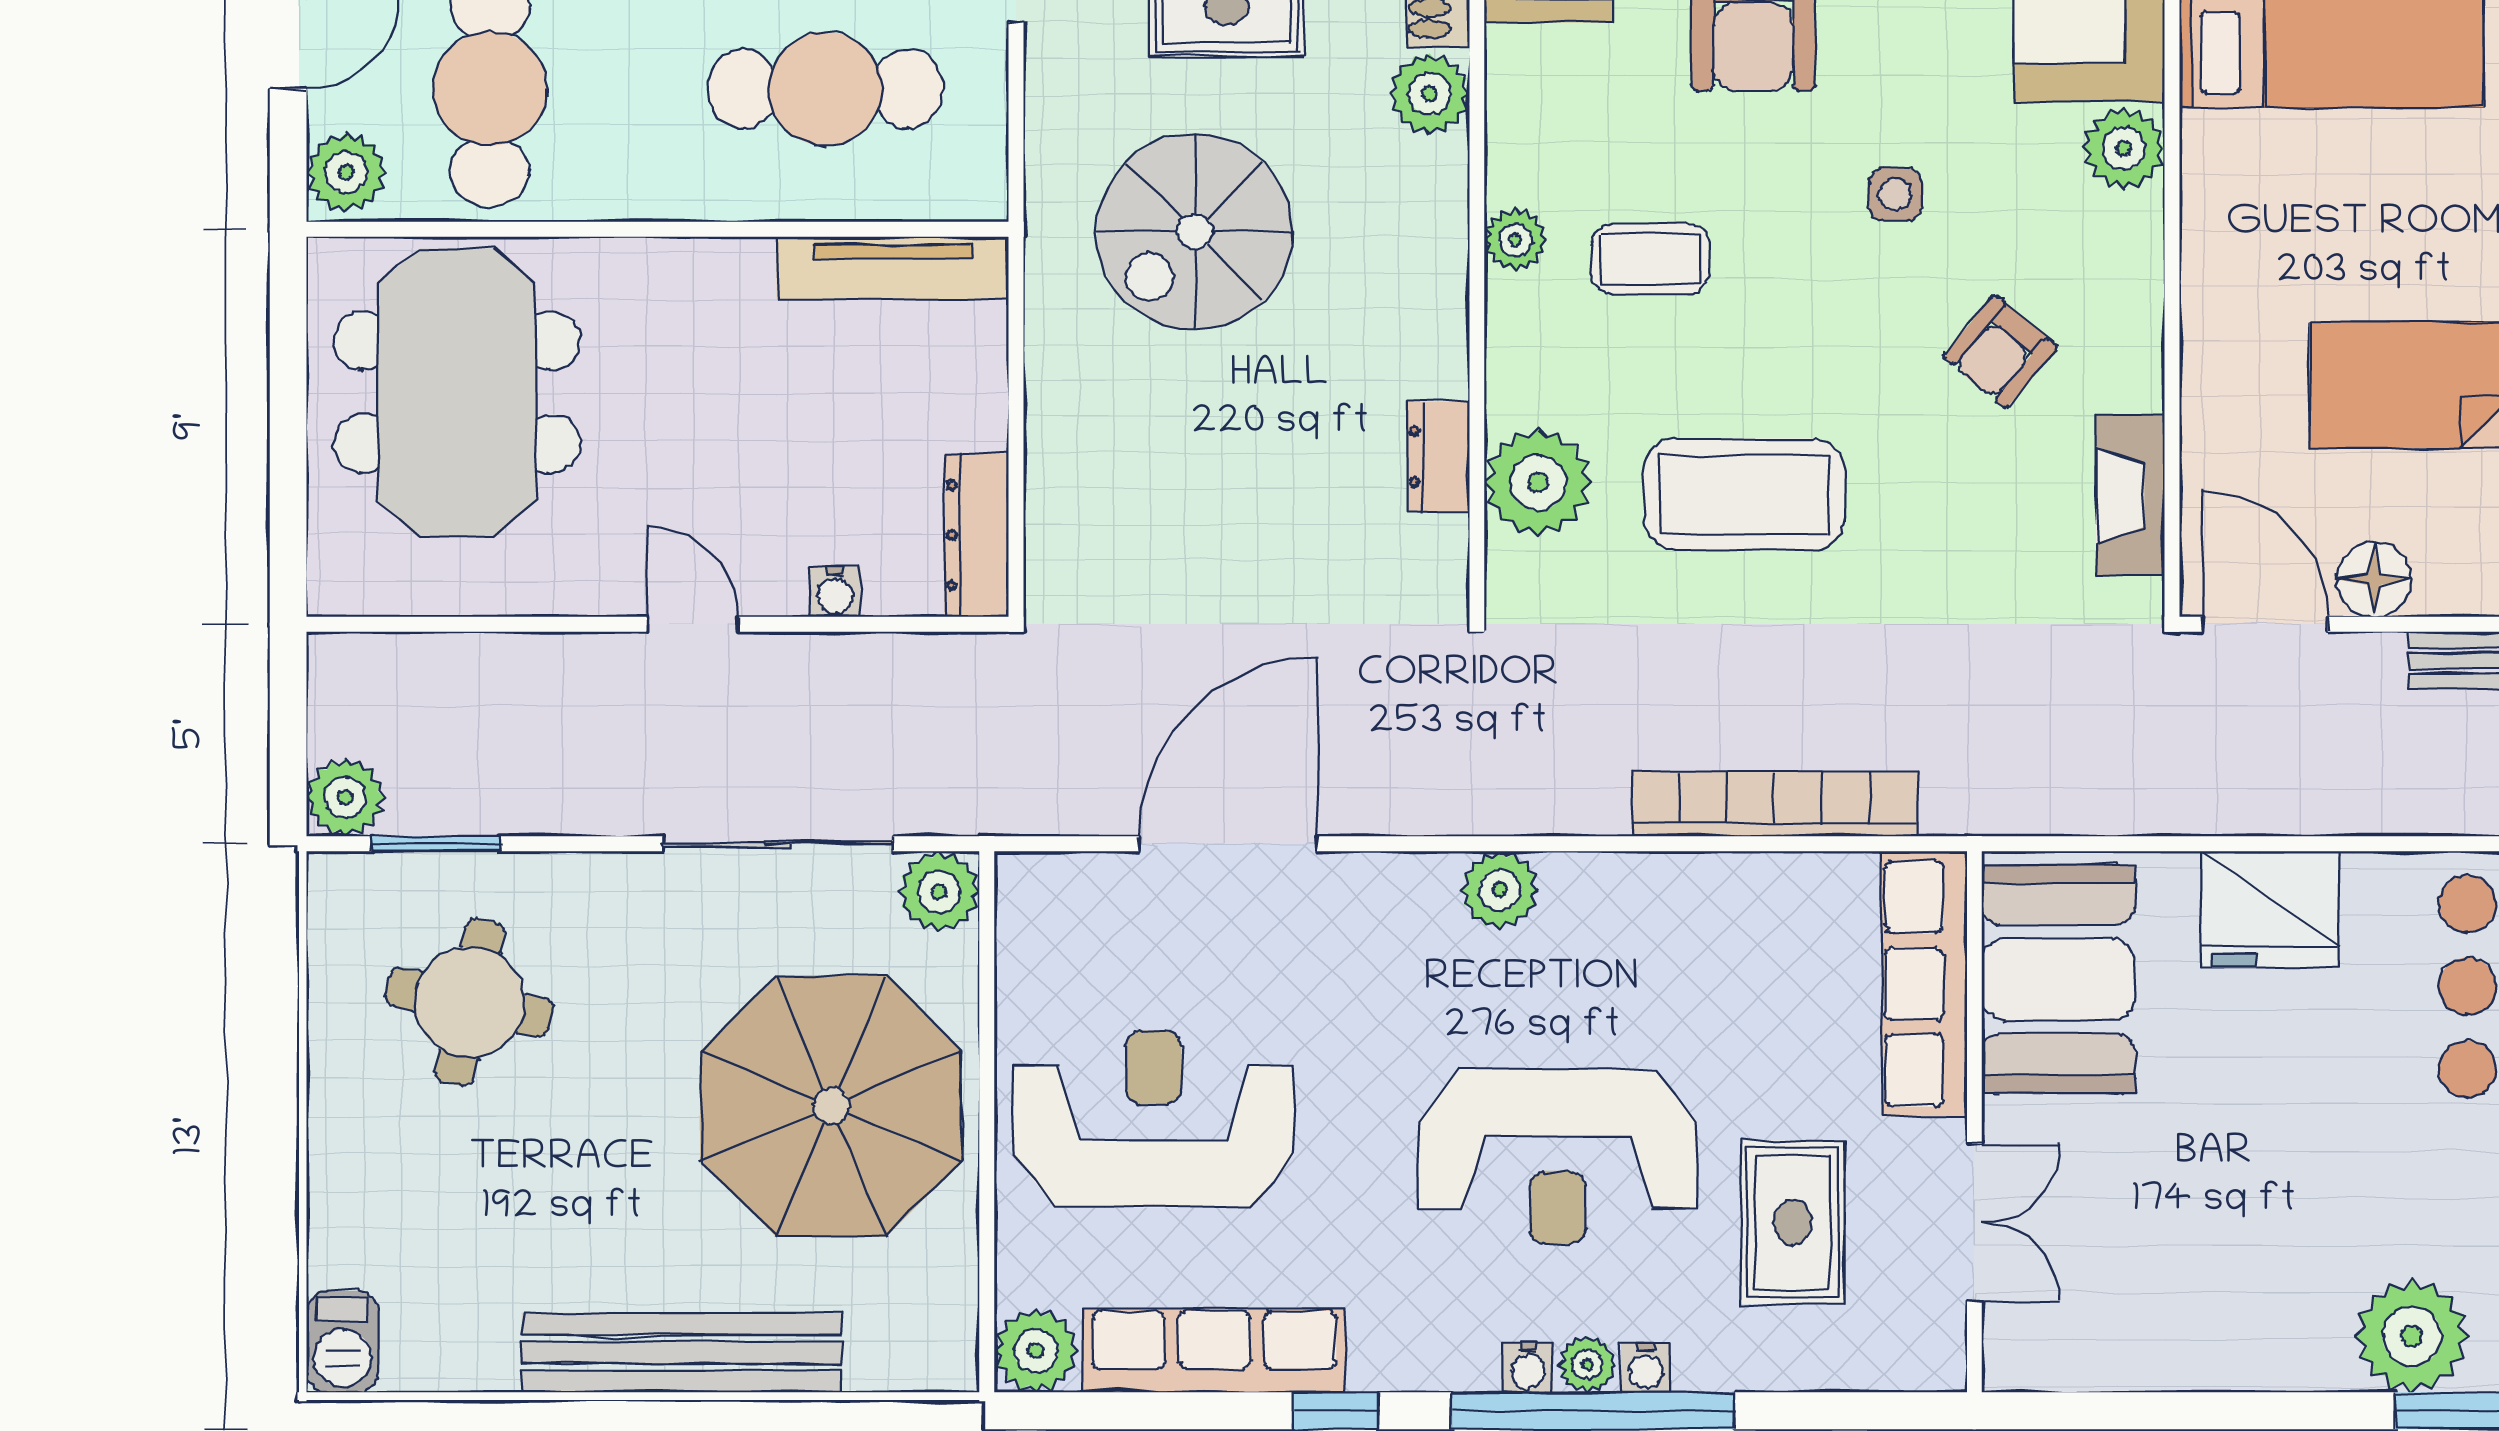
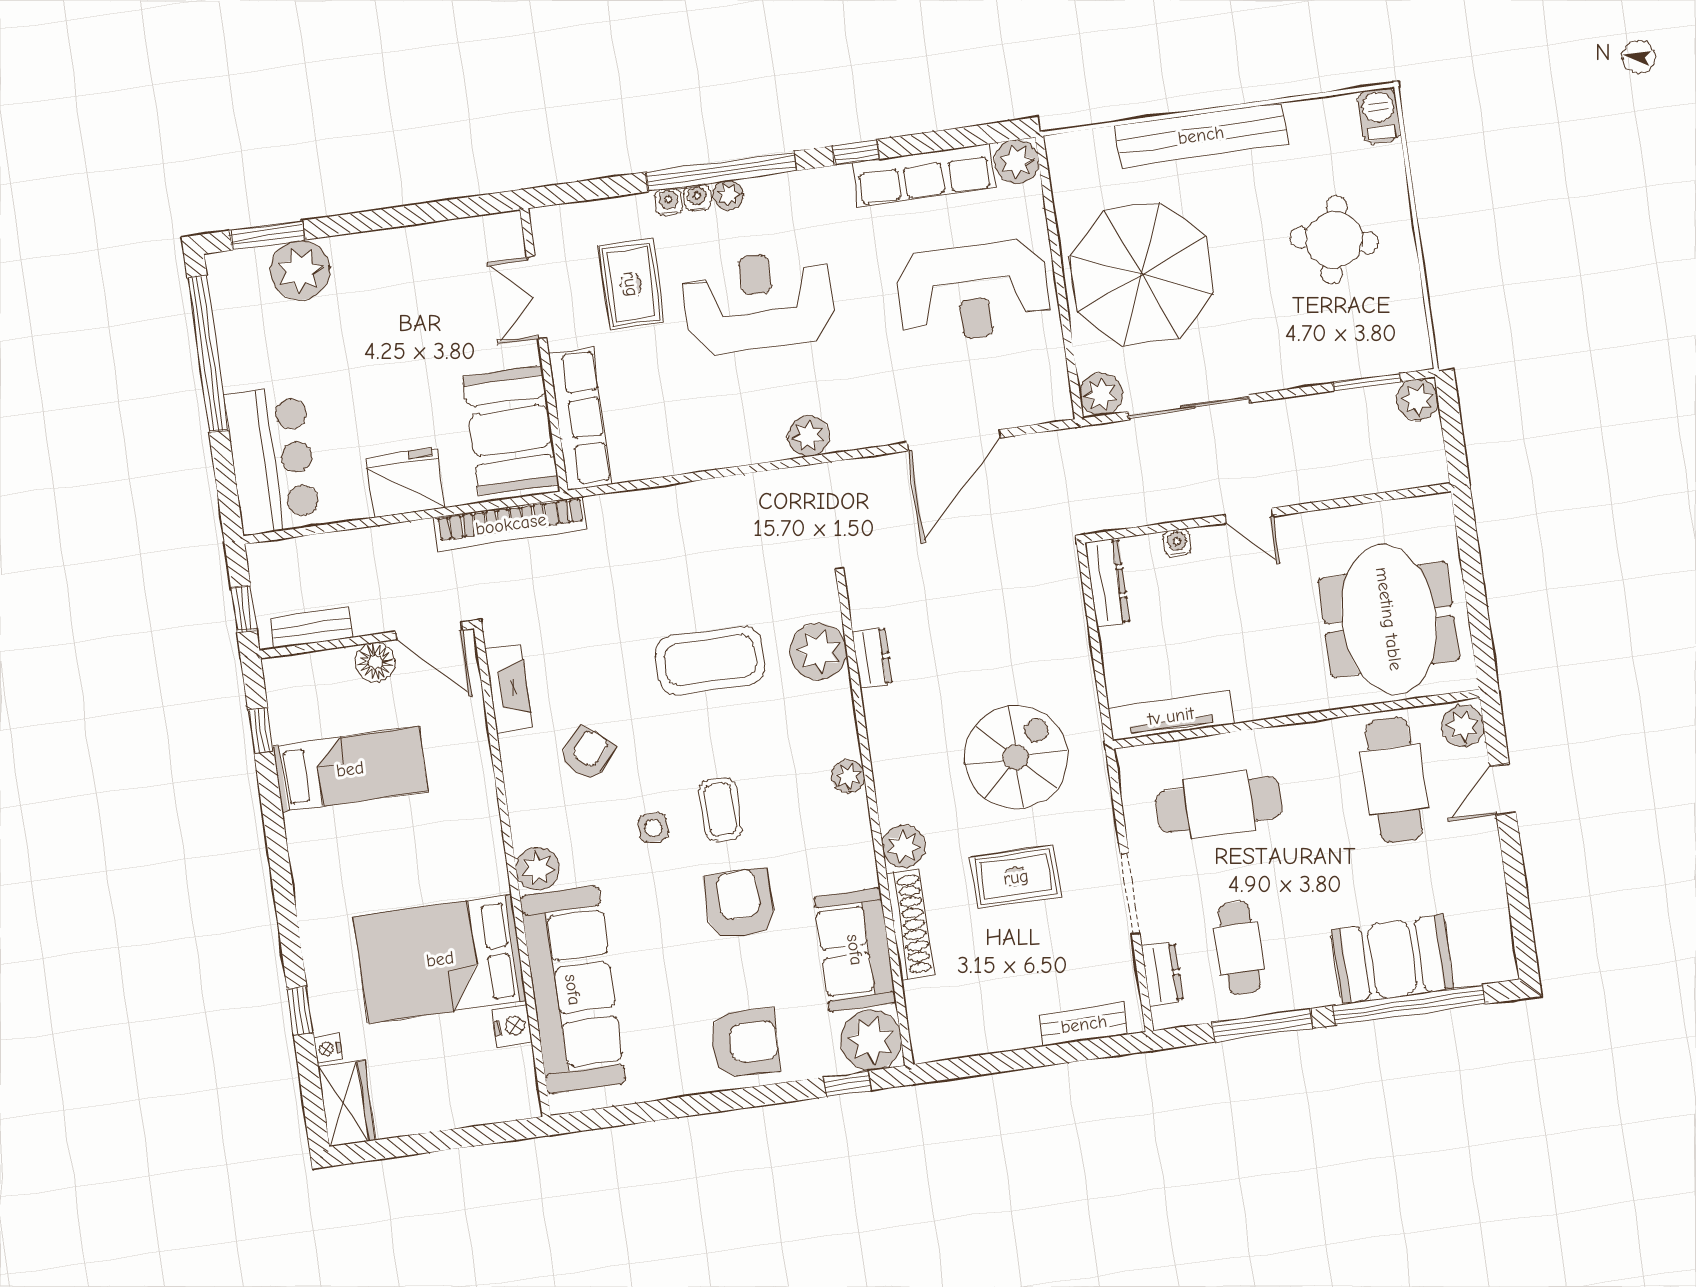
coffee table: (1650, 259) -> (720, 809), moved, turned 90
bookcase: (1774, 804) -> (511, 524), moved
round table: (469, 1002) -> (1334, 240), moved
water cooler: (1528, 1368) -> (669, 202), moved

